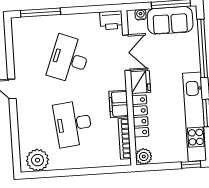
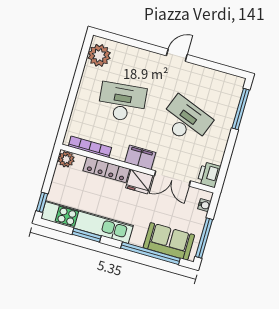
sofa: (170, 20) -> (169, 241), moved, turned 90
filing cabinet: (119, 104) -> (140, 157), moved

